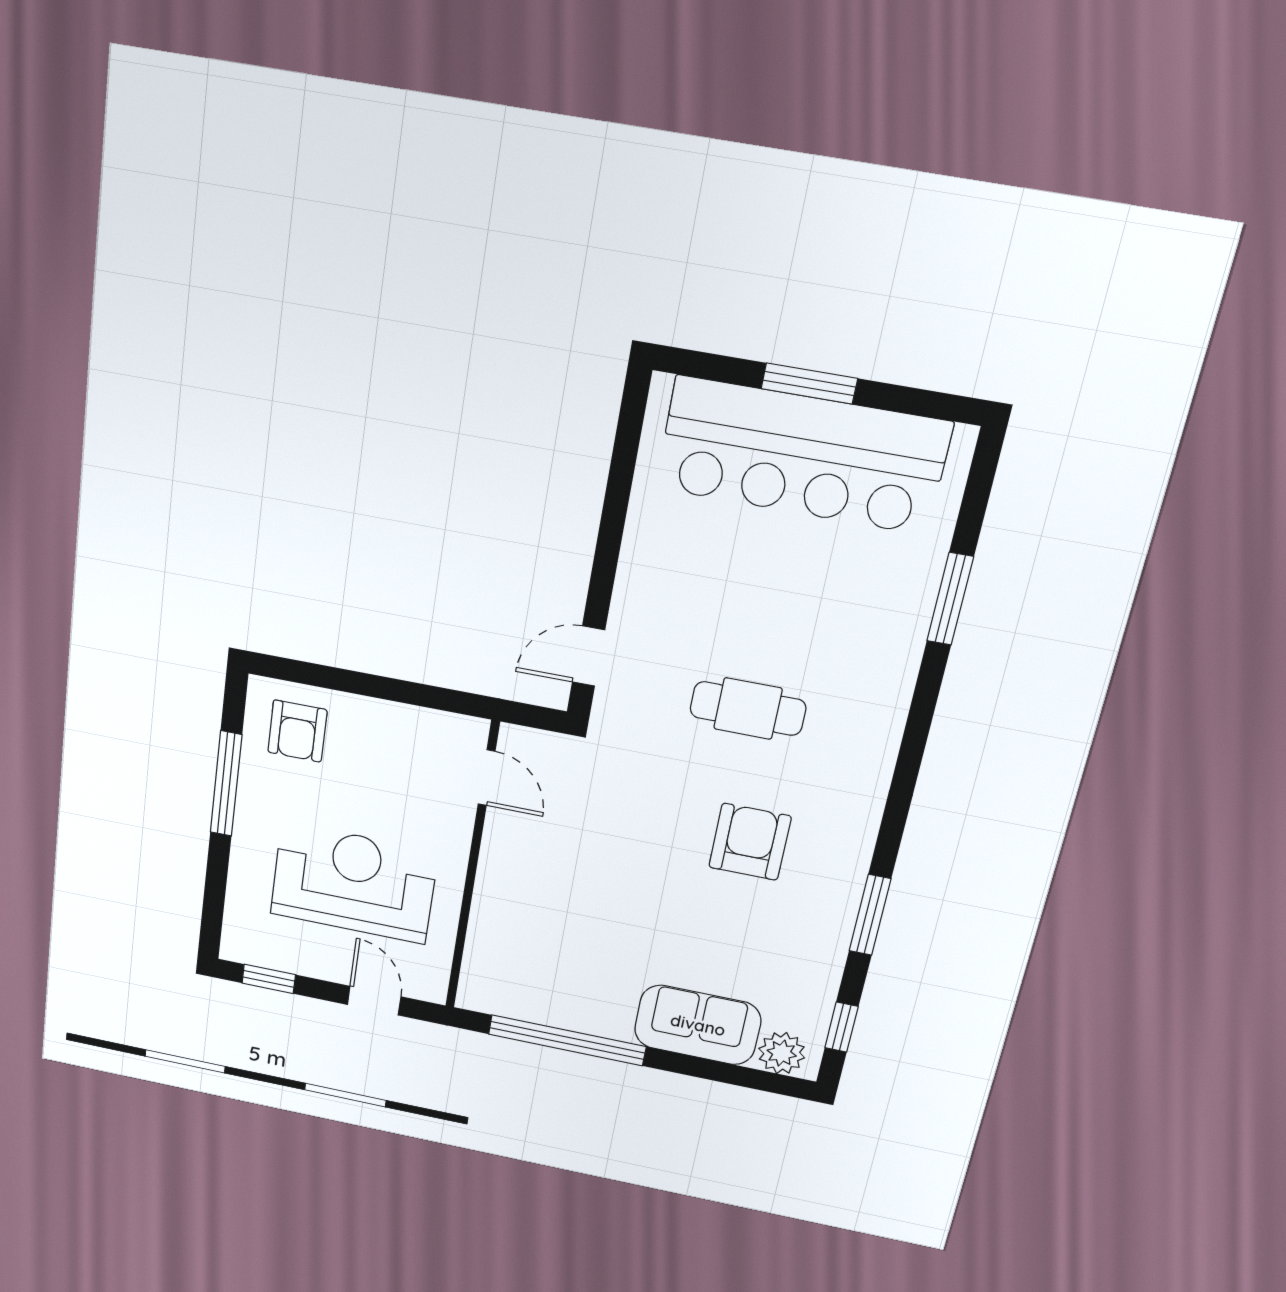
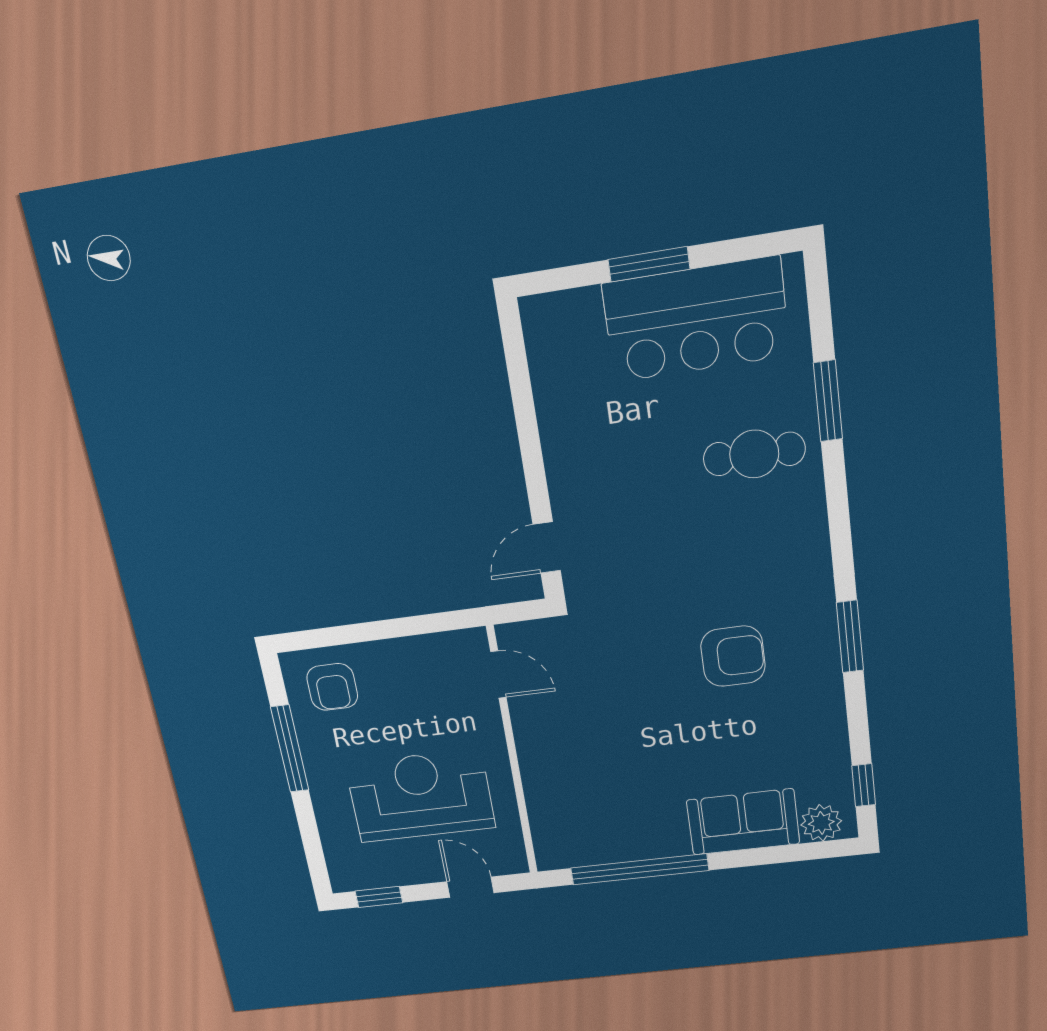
bar counter: (802, 455) -> (696, 320), width x0.73
cafe table: (748, 709) -> (754, 454), moved
armchair: (750, 842) -> (733, 656), turned 90
window: (870, 915) -> (850, 637), moved

